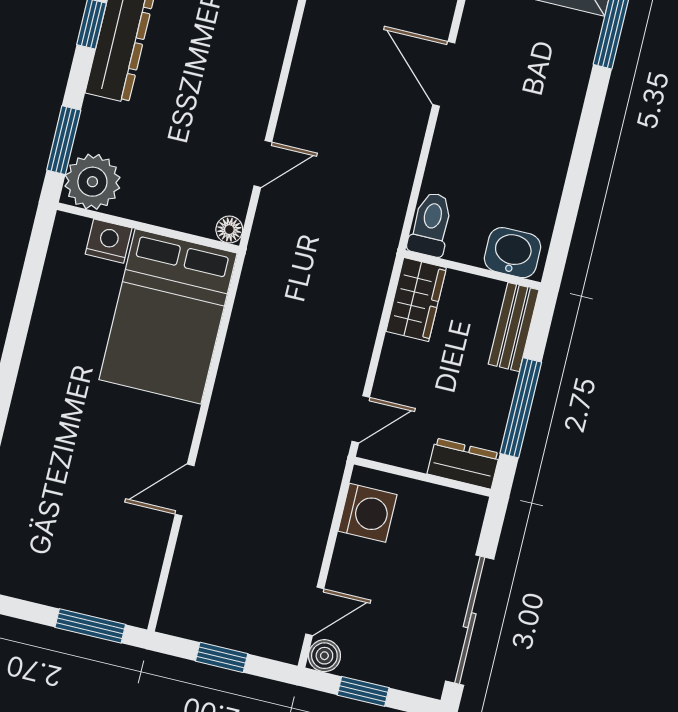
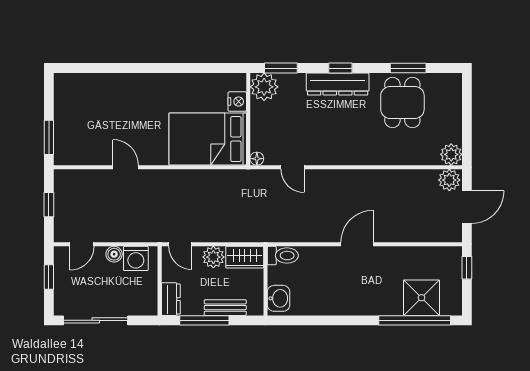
bench: (514, 327) -> (225, 308), moved
plant: (401, 361) -> (213, 257), added
door: (315, 611) -> (82, 244), hinge flipped
boiler: (324, 656) -> (114, 254), moved

